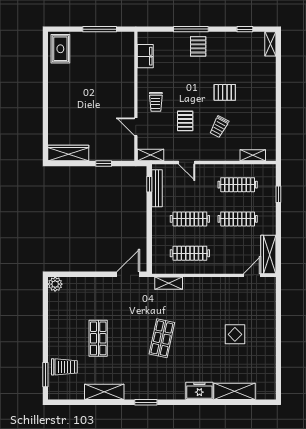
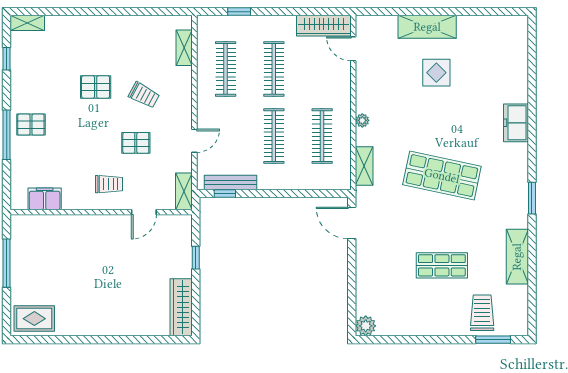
pallet: (225, 92) -> (96, 87), turned 90
plant: (201, 282) -> (362, 120), added
shop shelf: (162, 338) -> (442, 176), width x1.43, depth x1.36
shelving: (235, 391) -> (427, 27), moved, turned 90

